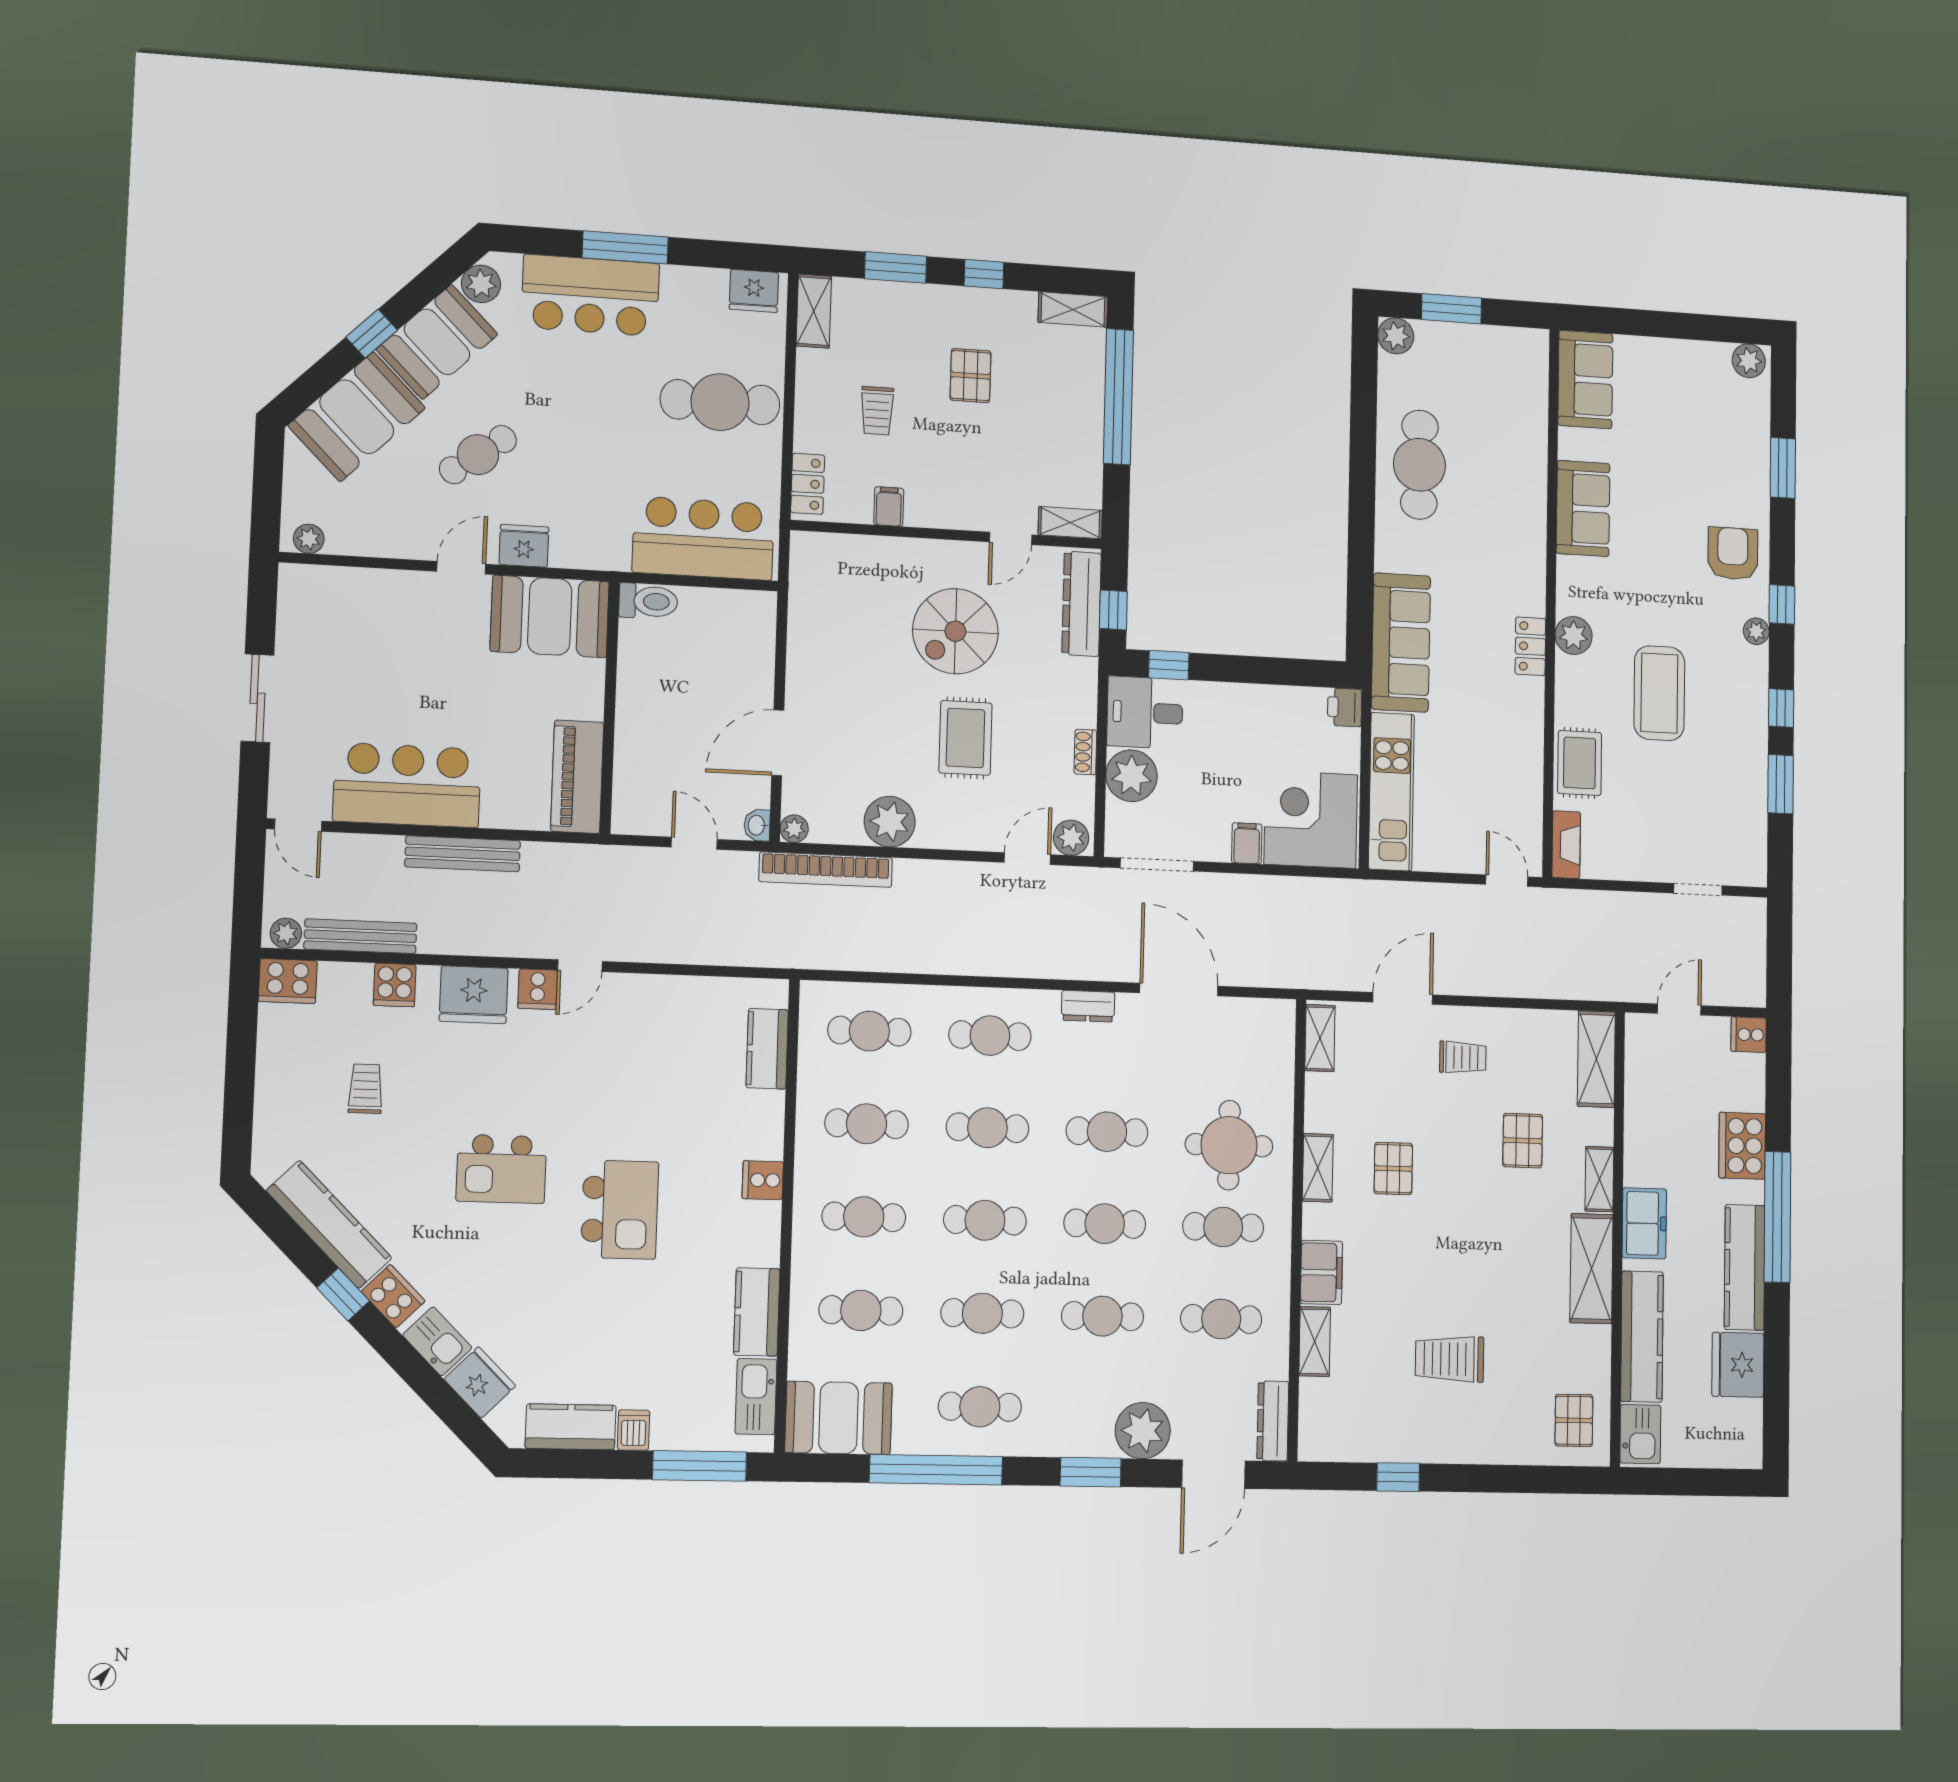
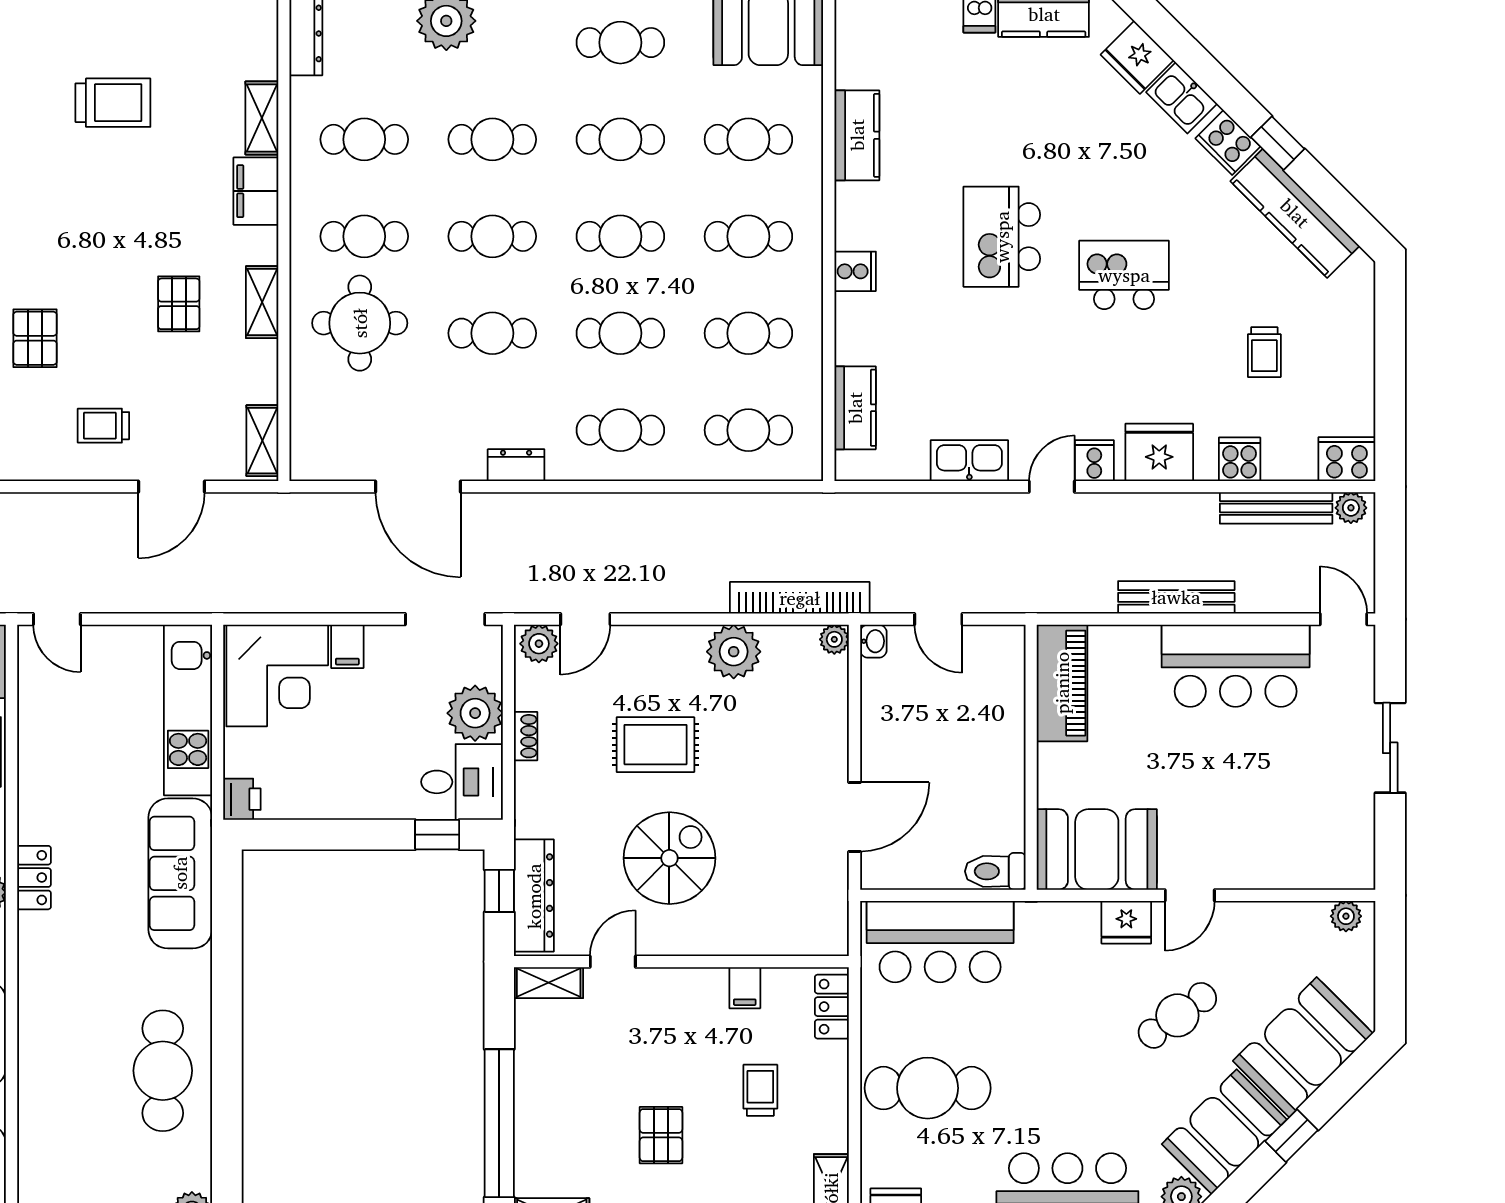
rug: (965, 738) -> (655, 745), turned 90
door: (778, 743) -> (855, 817), moved
kitchen sink: (756, 1397) -> (969, 461), moved, turned -90

